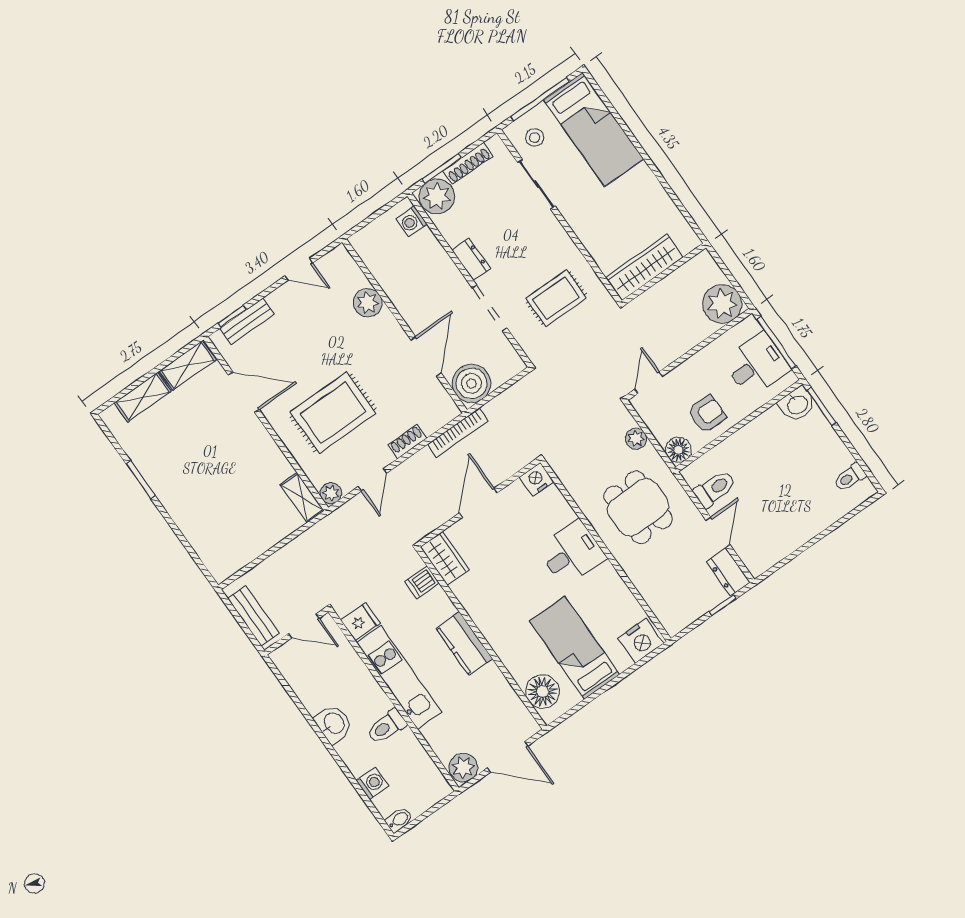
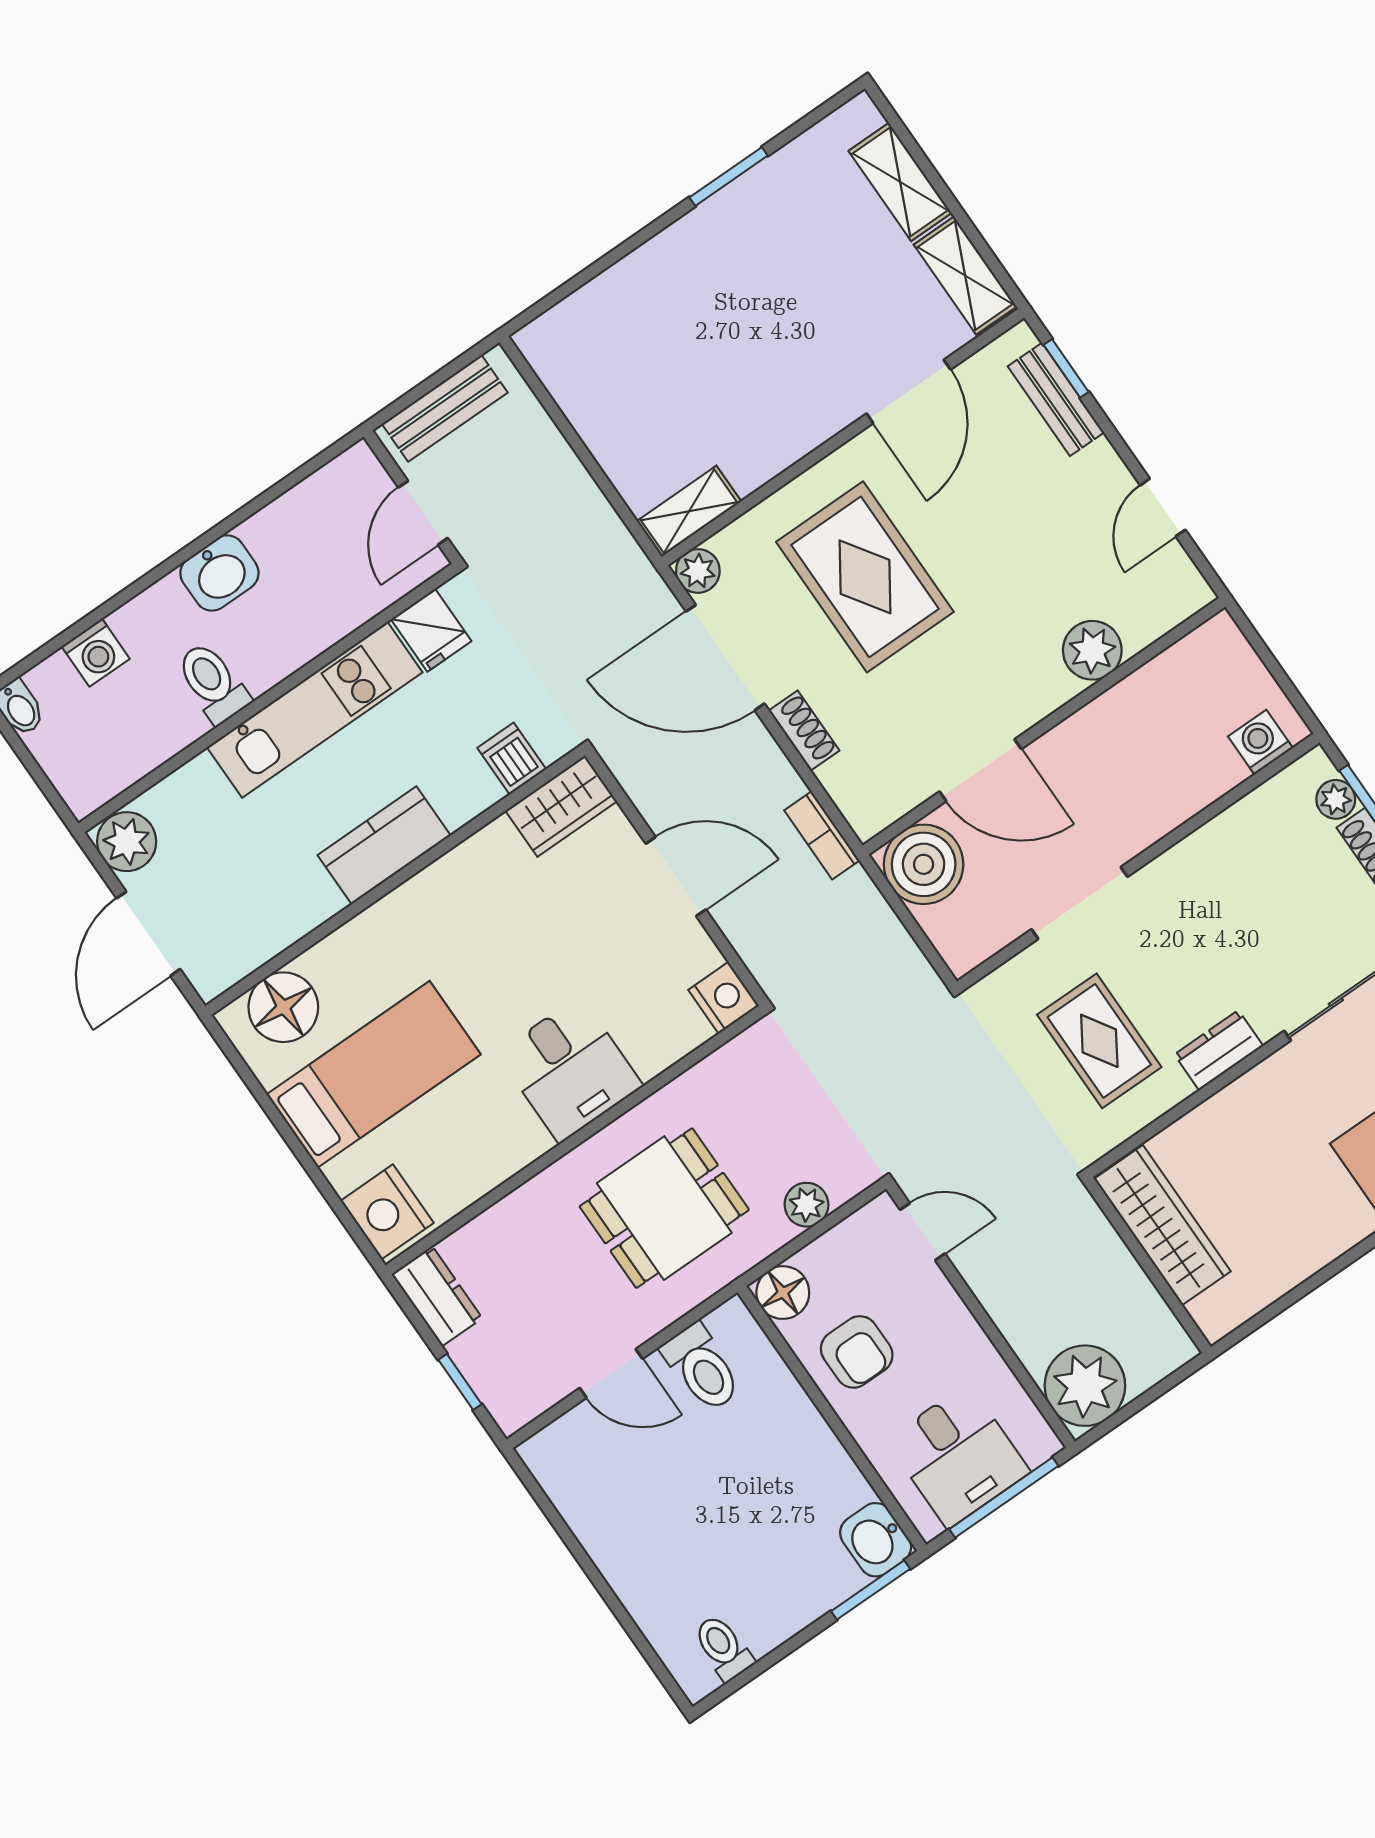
plant: (437, 196) -> (1336, 799), width x0.53, depth x0.53
dresser: (471, 259) -> (1219, 1050), moved, turned 180
bookcase: (458, 433) -> (822, 835), width x0.64
door: (373, 480) -> (725, 658), width x1.87
dresser: (728, 572) -> (437, 1296), moved, turned 90

